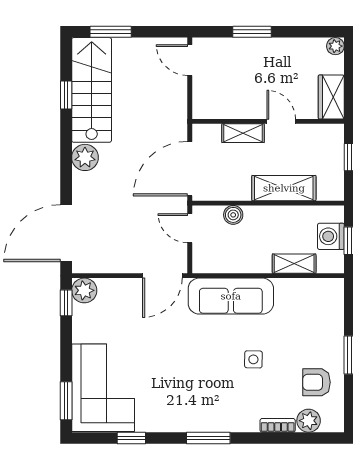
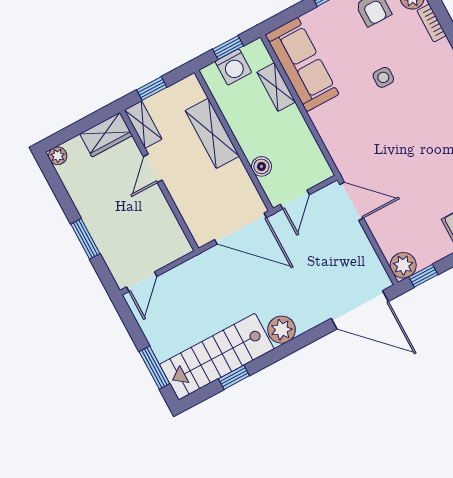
shelving: (243, 133) -> (143, 125), moved
sofa: (231, 296) -> (302, 64), moved

